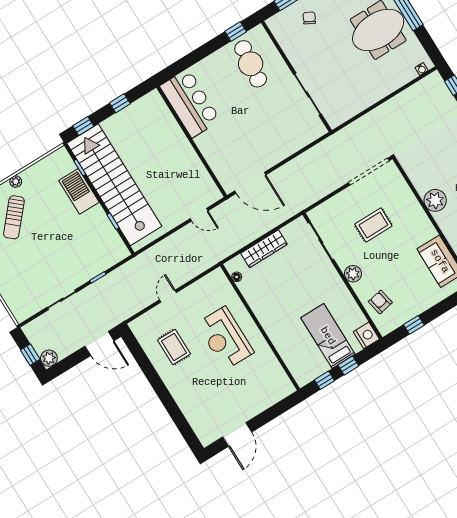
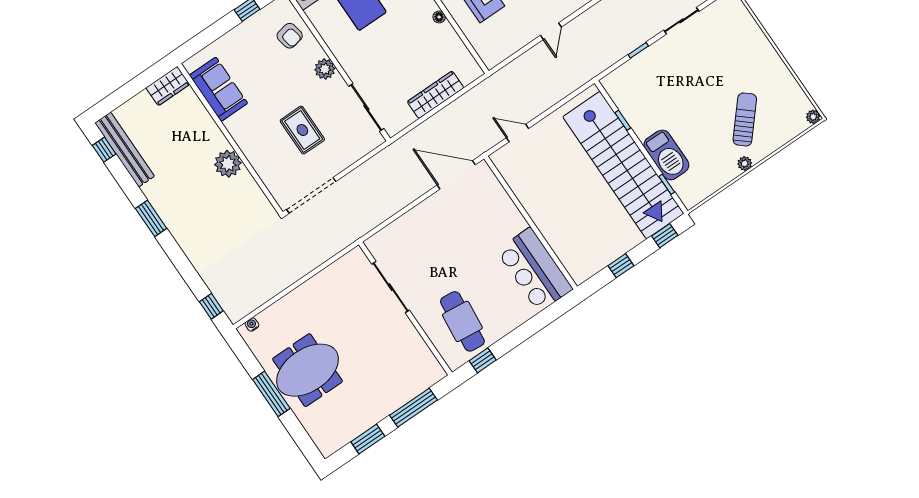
chair: (309, 18) -> (393, 381), removed
rug: (373, 225) -> (302, 130), turned 90
floor lamp: (237, 277) -> (439, 17), moved

